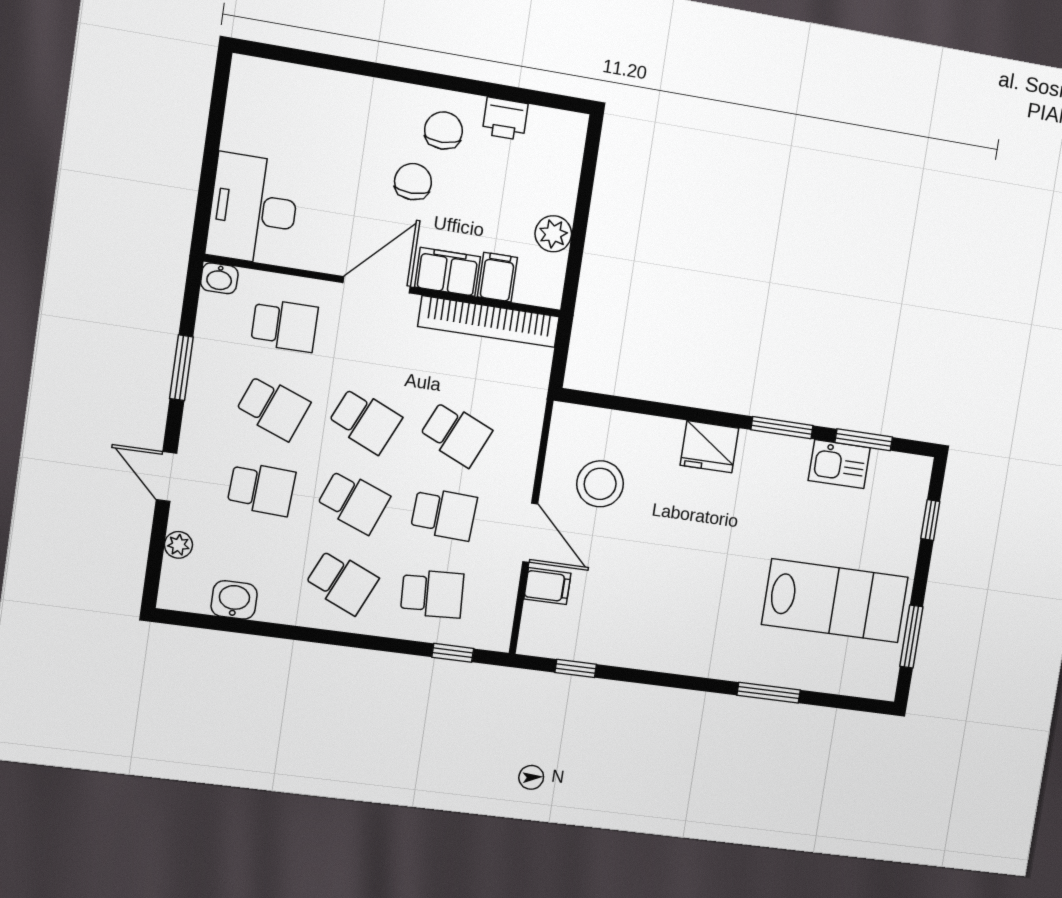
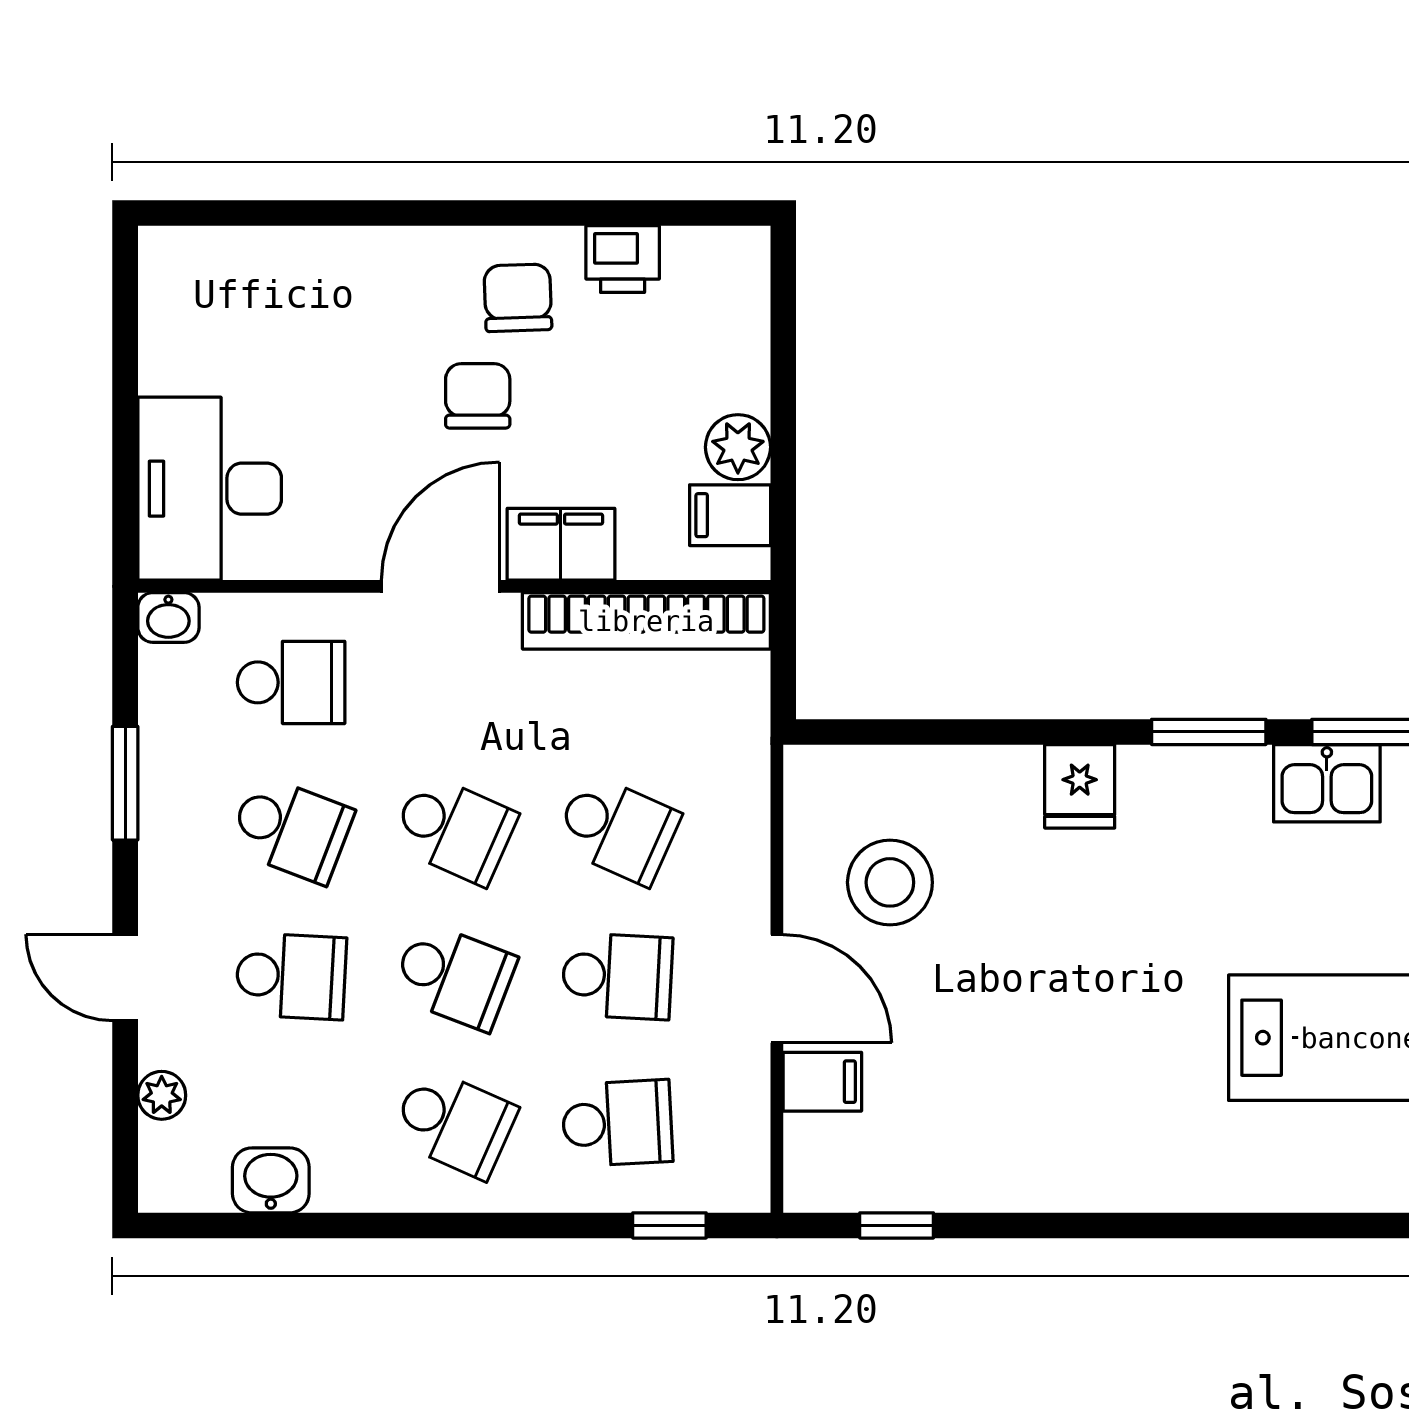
filing cabinet: (497, 277) -> (730, 515), moved, turned -90
fridge: (709, 447) -> (1080, 786), width x0.72
window: (769, 693) -> (1262, 1225), removed

